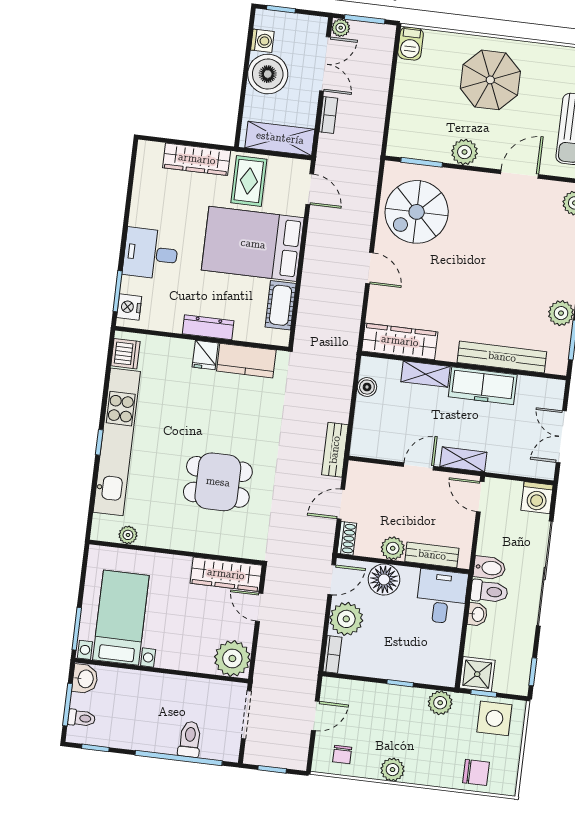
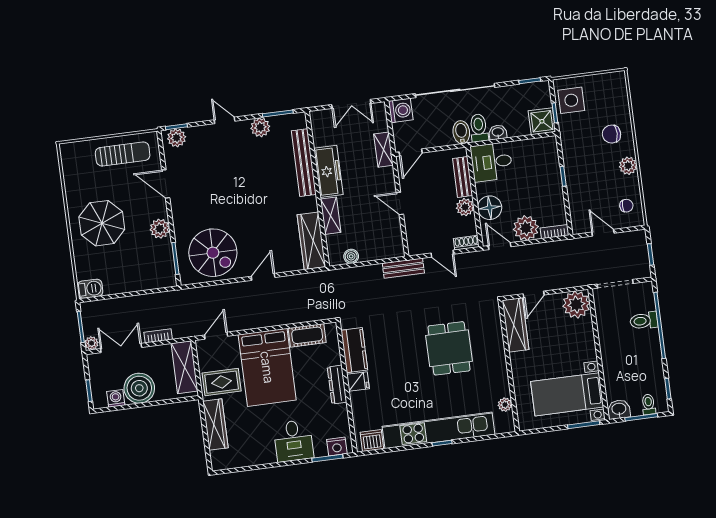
shelving: (463, 459) -> (383, 150), moved
plant: (440, 703) -> (570, 143), removed
chair: (476, 772) -> (612, 134), moved, turned -90

